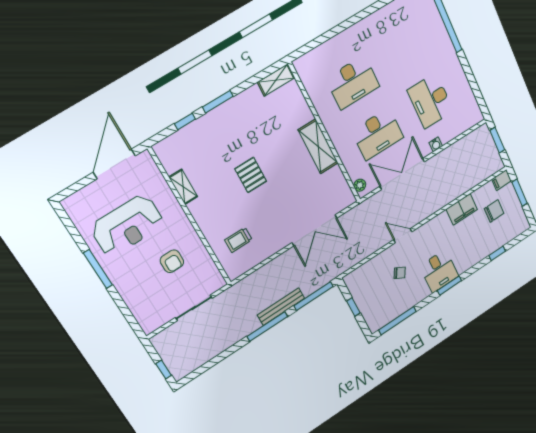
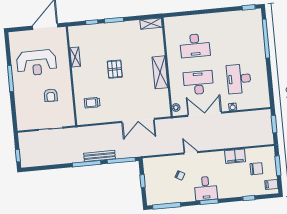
desk: (378, 134) -> (198, 83), turned 180
filing cabinet: (502, 180) -> (271, 184), moved

